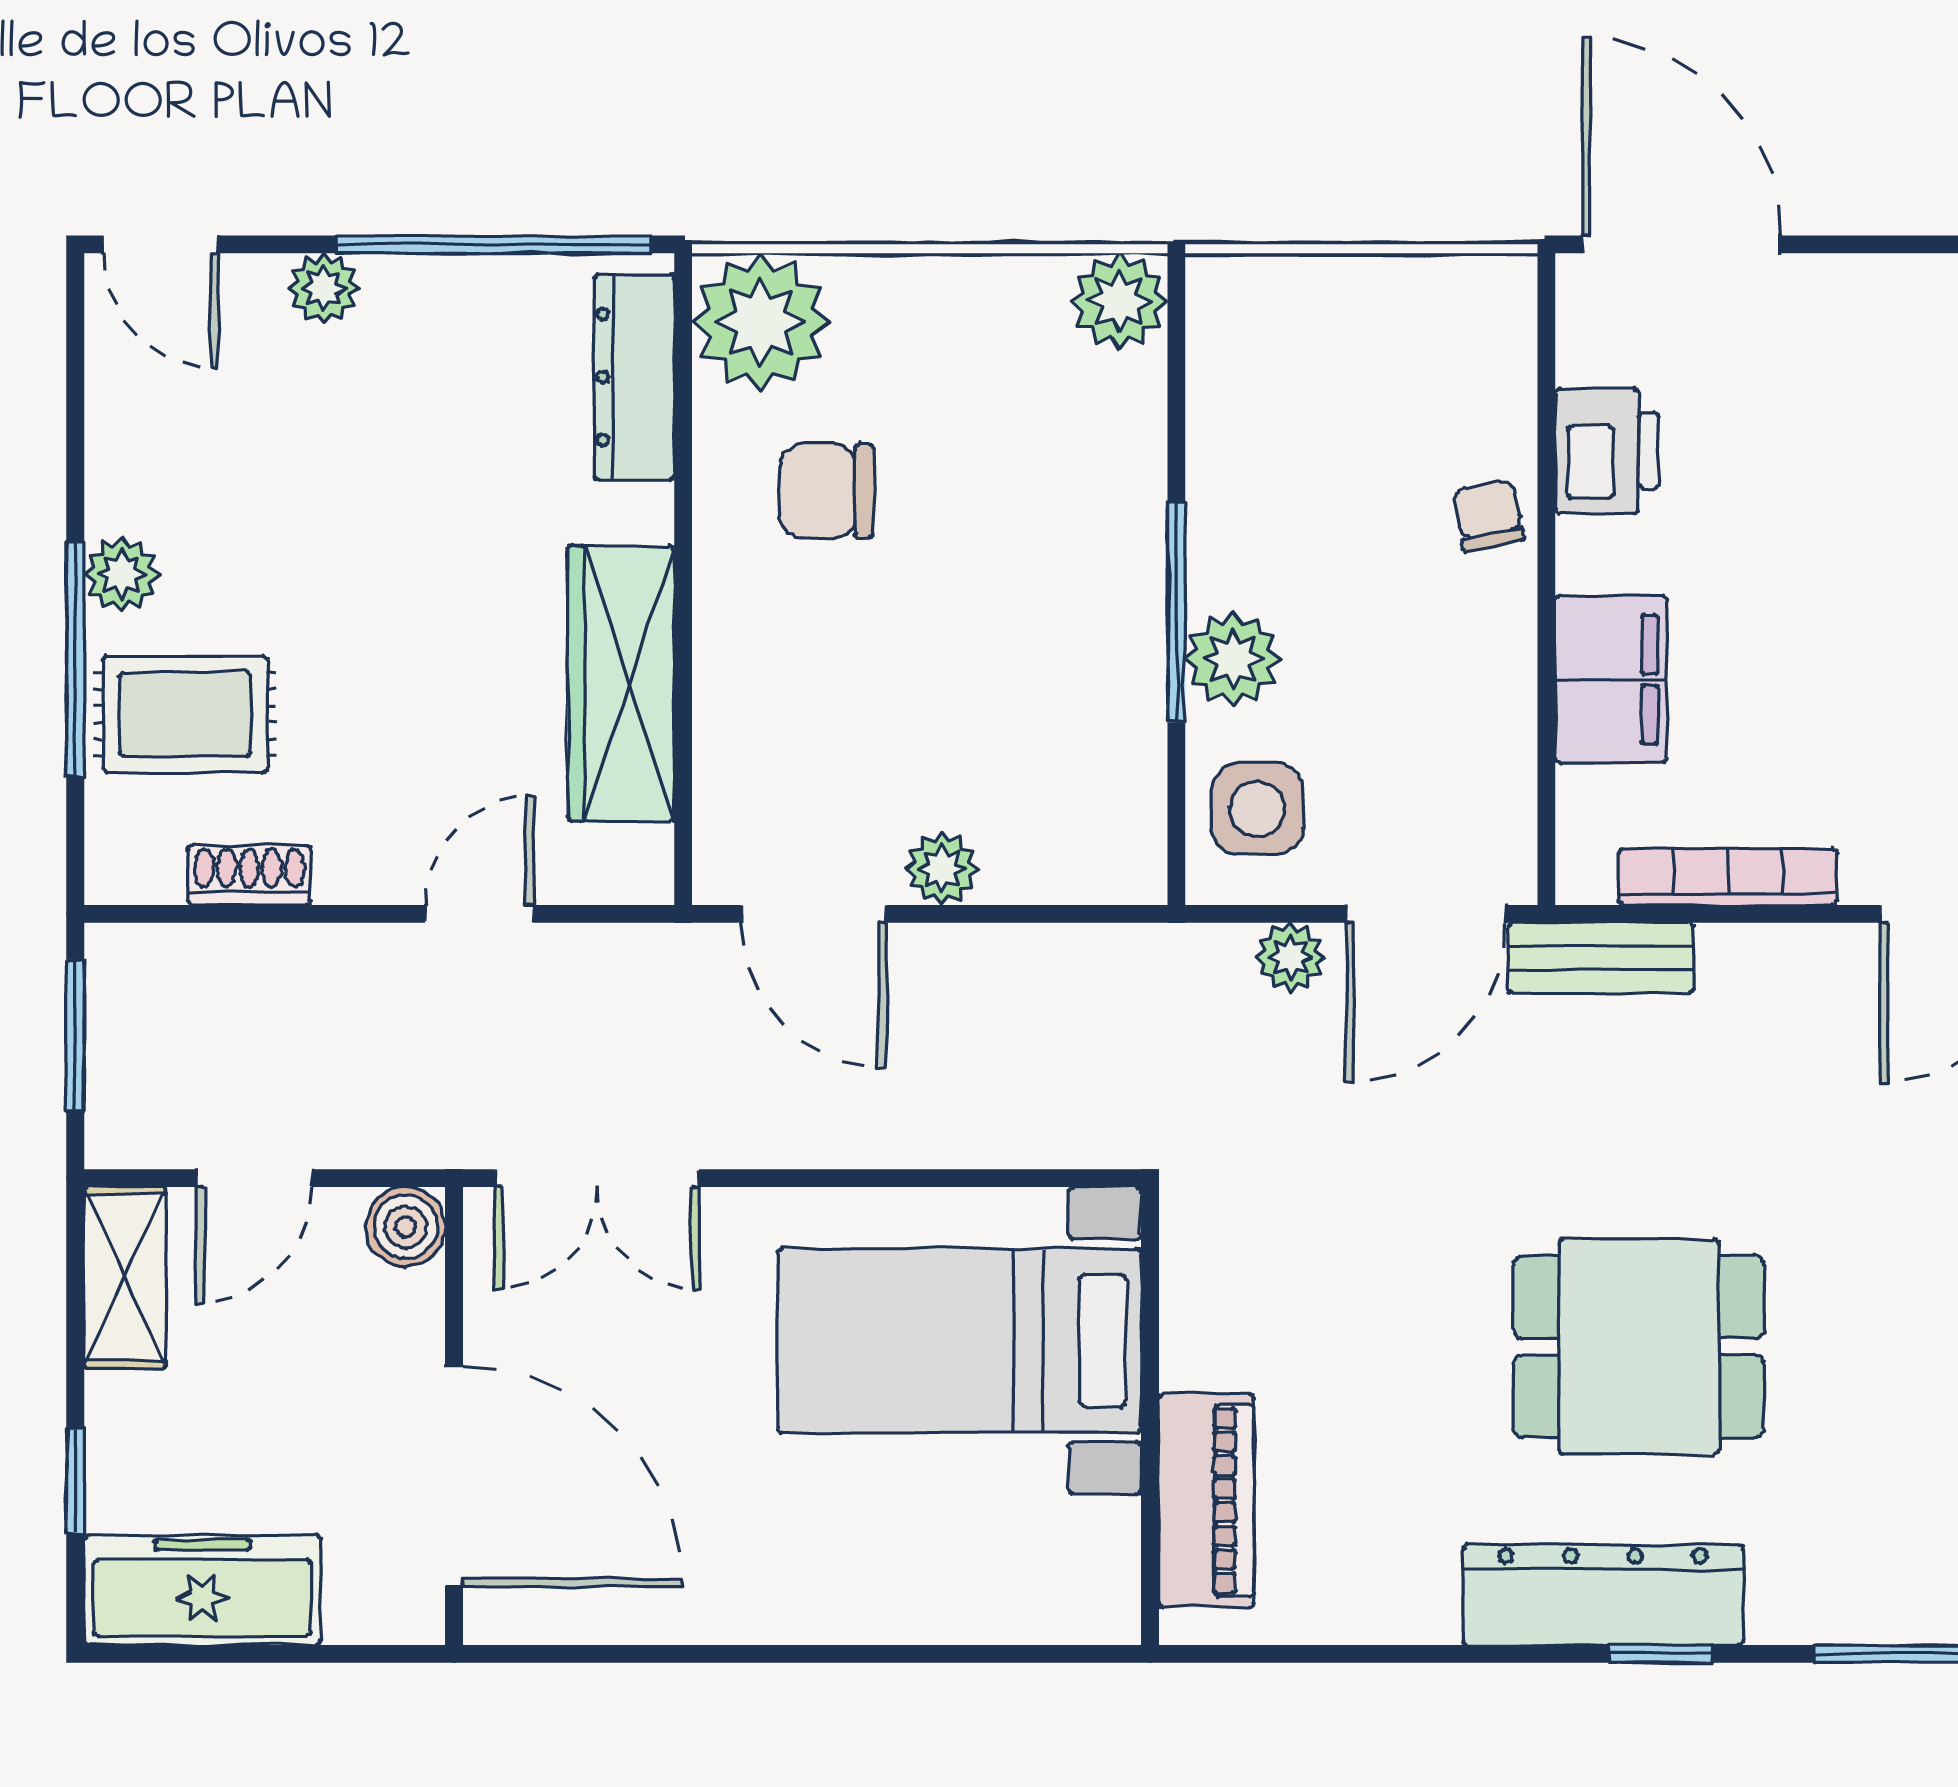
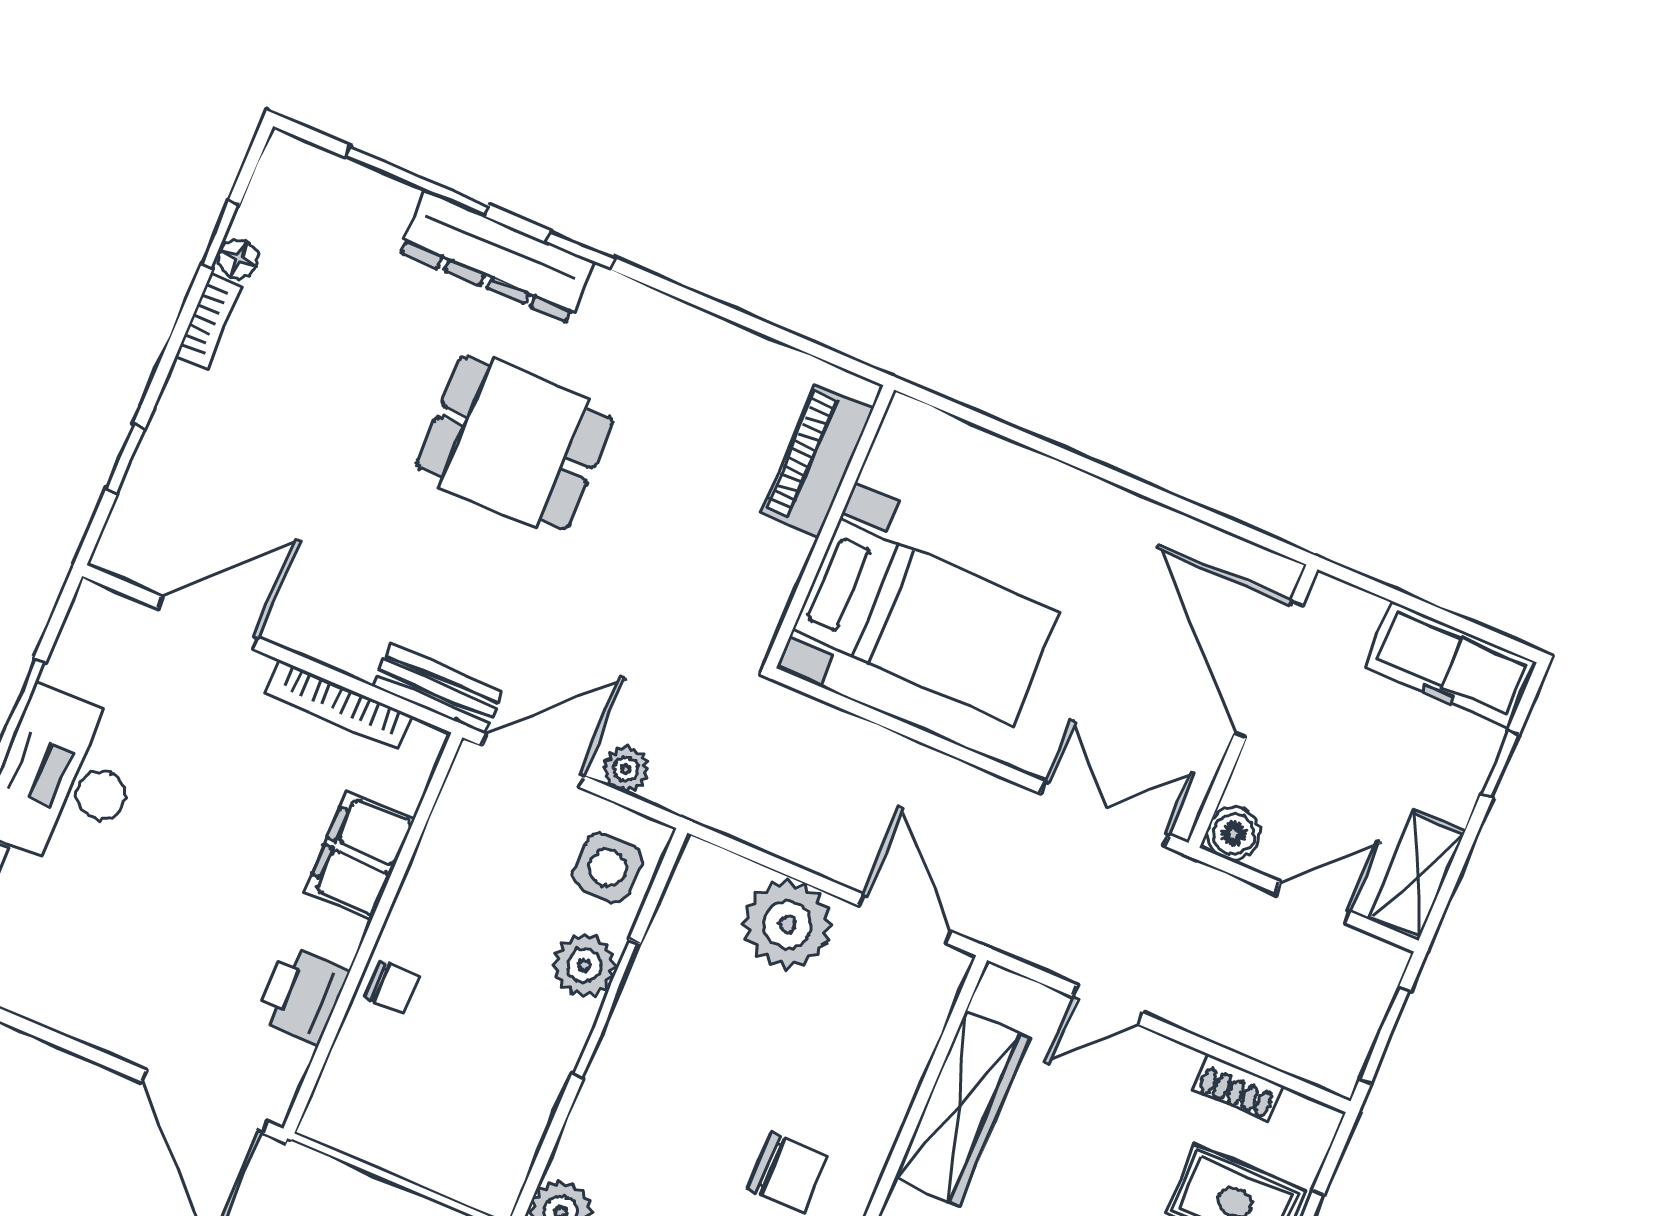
chair: (1488, 515) -> (392, 987), turned -79
plant: (942, 869) -> (787, 924), width x1.87, depth x1.87
dresser: (1603, 1595) -> (497, 257), moved

